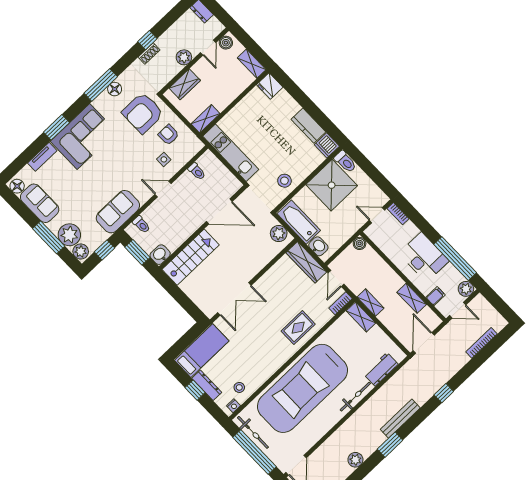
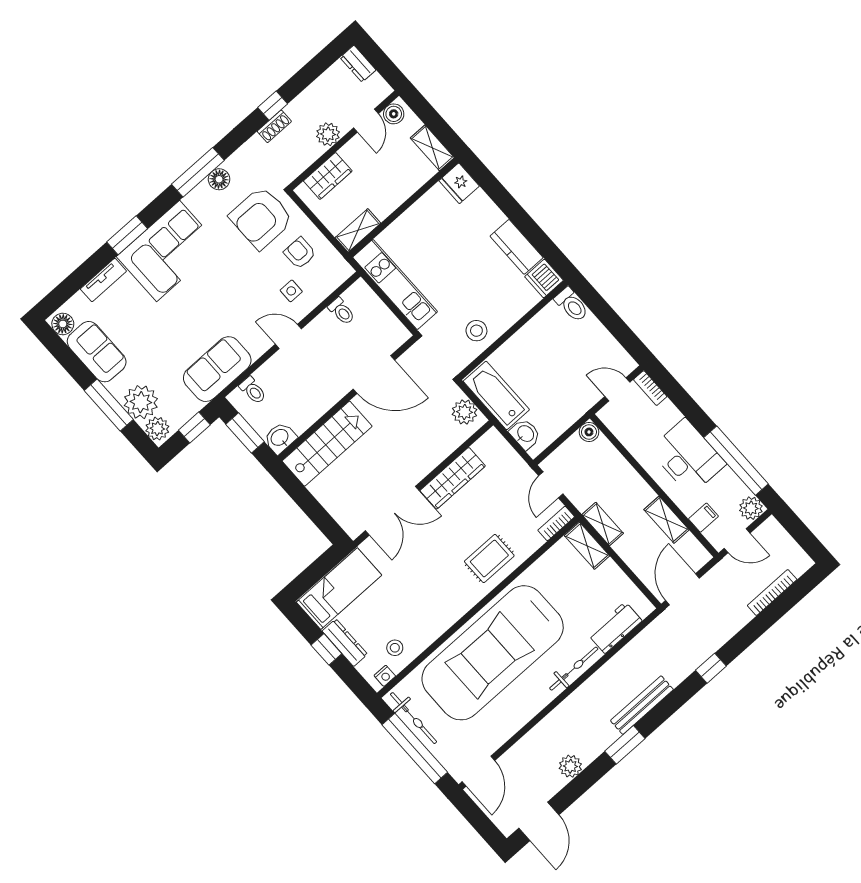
shower: (332, 185) -> (549, 340), removed
wardrobe: (306, 262) -> (453, 478), moved, turned -90

